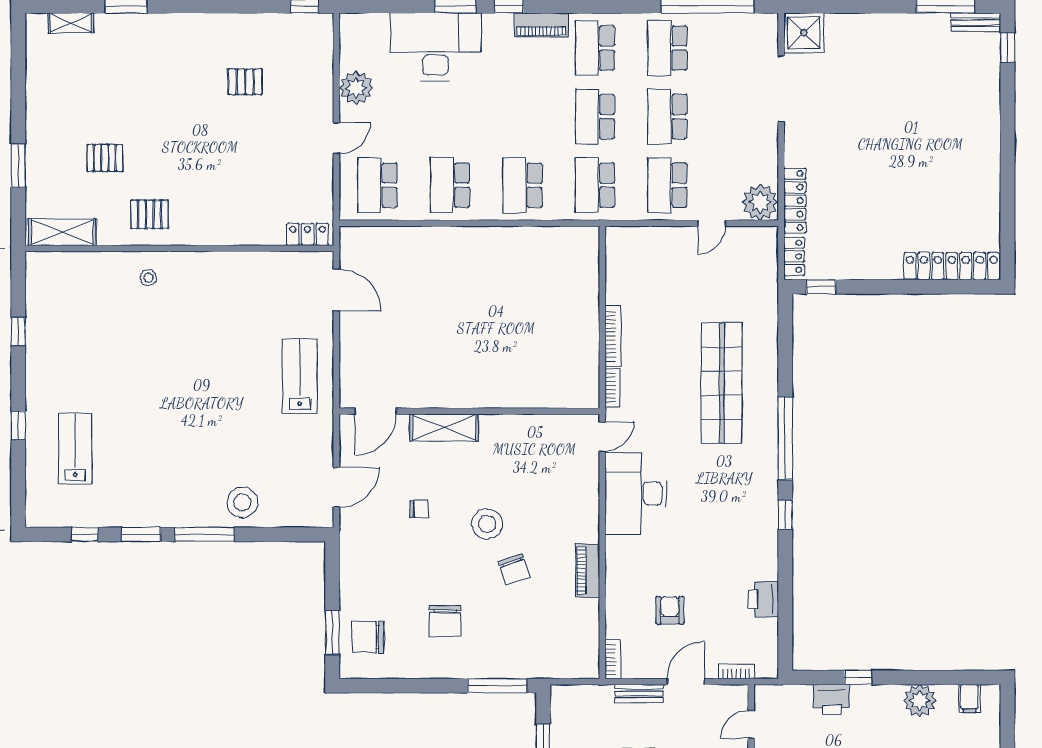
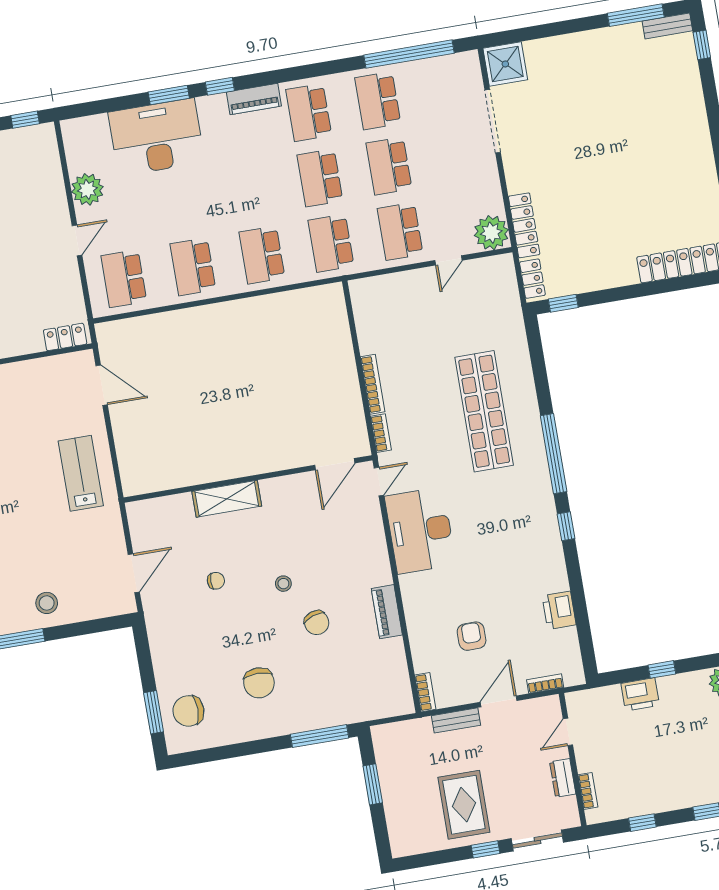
door: (376, 411) -> (335, 464), moved
stool: (242, 502) -> (47, 603), width x0.73, depth x0.73
stool: (487, 524) -> (283, 584), width x0.53, depth x0.53

